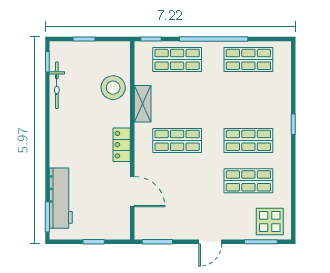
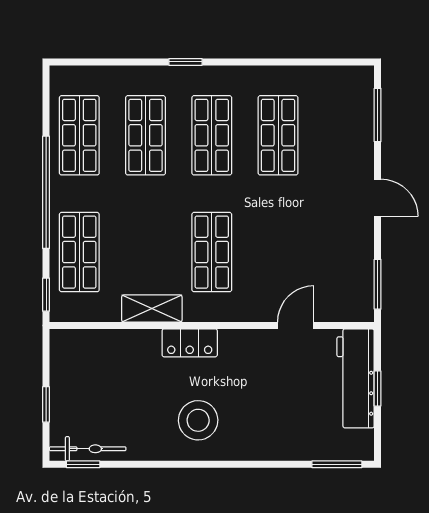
bicycle: (57, 85) -> (88, 449), moved
stool: (113, 88) -> (198, 420), moved
shop shelf: (248, 100) -> (146, 135), added
locker: (122, 145) -> (190, 343), moved
door: (132, 192) -> (296, 325), width x0.73
workbench: (61, 198) -> (356, 378), moved, turned -90
display table: (270, 221) -> (344, 100), removed

